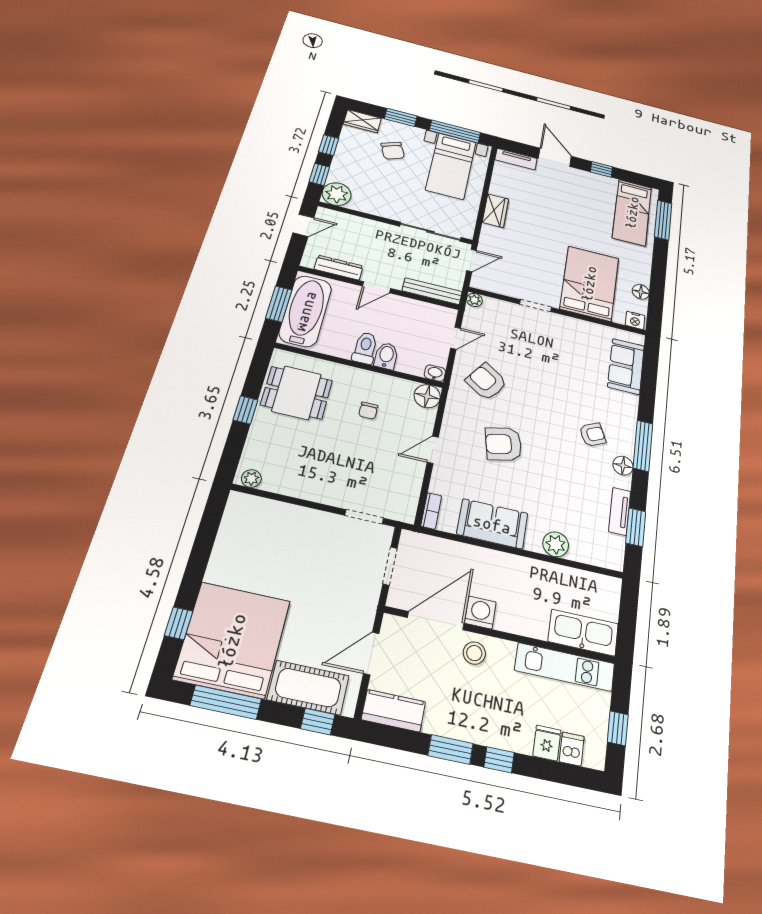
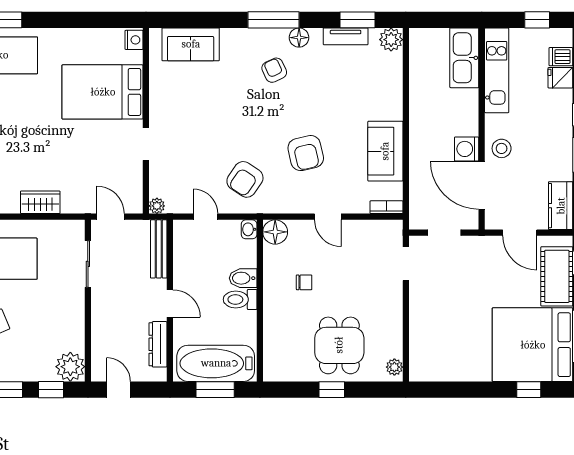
sliding door: (431, 232) -> (88, 264), width x0.73
floor lamp: (641, 292) -> (97, 37), removed
dining table: (297, 393) -> (339, 345), moved
plant: (556, 544) -> (391, 40), moved

